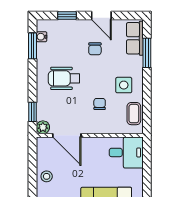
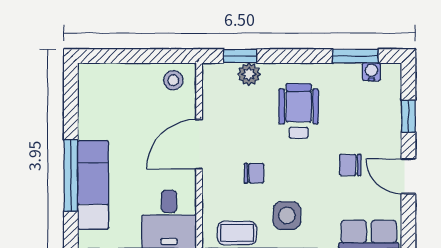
door: (101, 16) -> (408, 176), hinge flipped
plant: (43, 127) -> (249, 74), moved
door: (67, 135) -> (199, 144), moved
stool: (47, 176) -> (173, 80), moved

